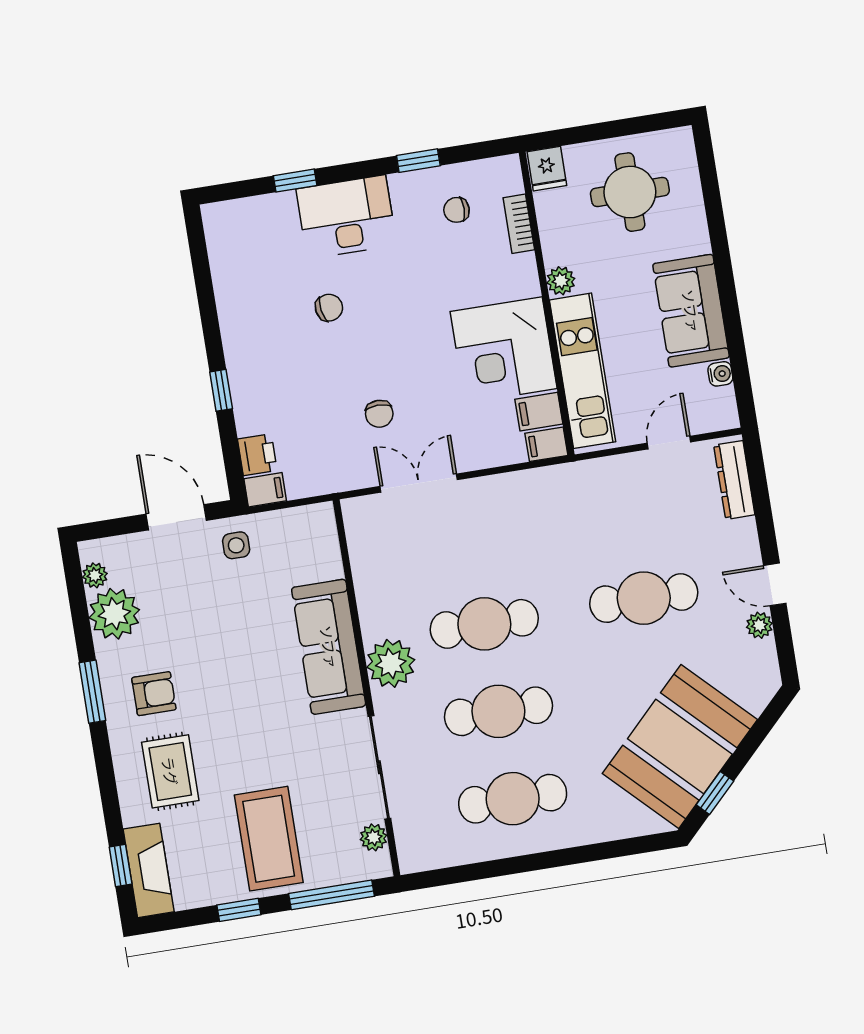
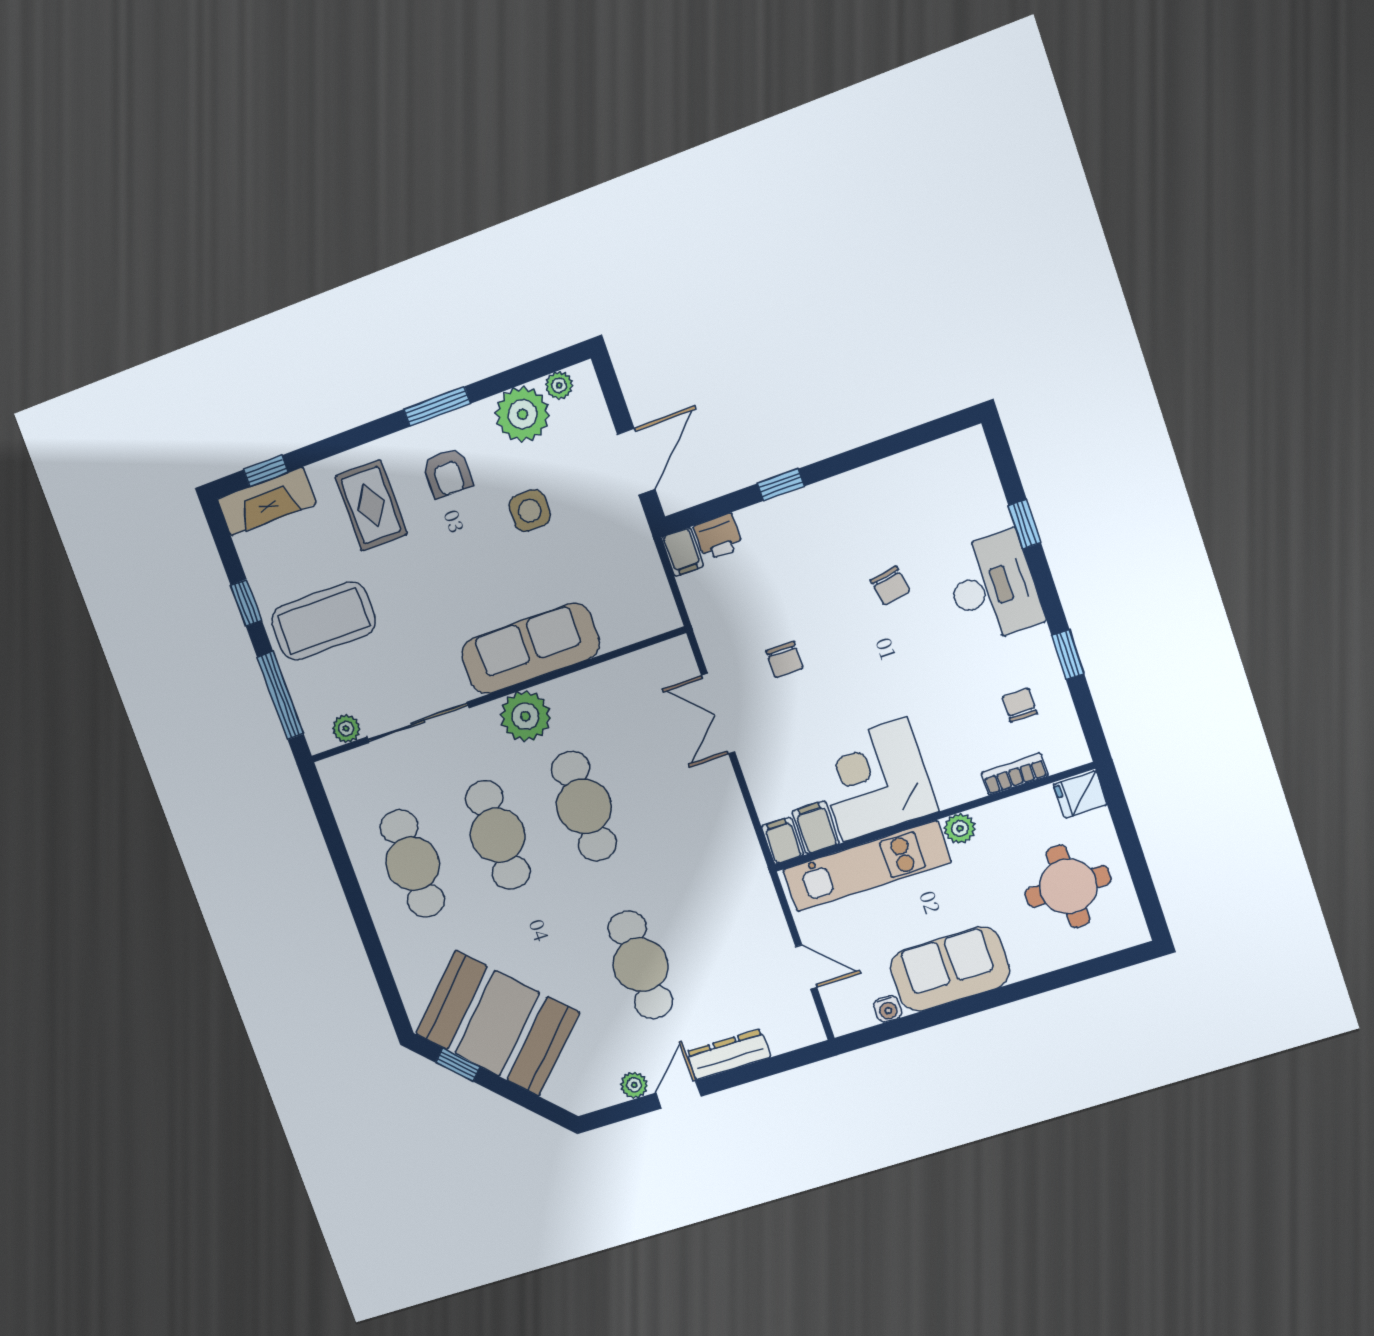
chair: (379, 414) -> (785, 660), turned -90
dresser: (734, 480) -> (728, 1054), moved
double door: (419, 483) -> (718, 714), swing flipped
side table: (236, 545) -> (530, 511), moved, width x1.37, depth x1.37
rug: (170, 771) -> (371, 505), turned 90

